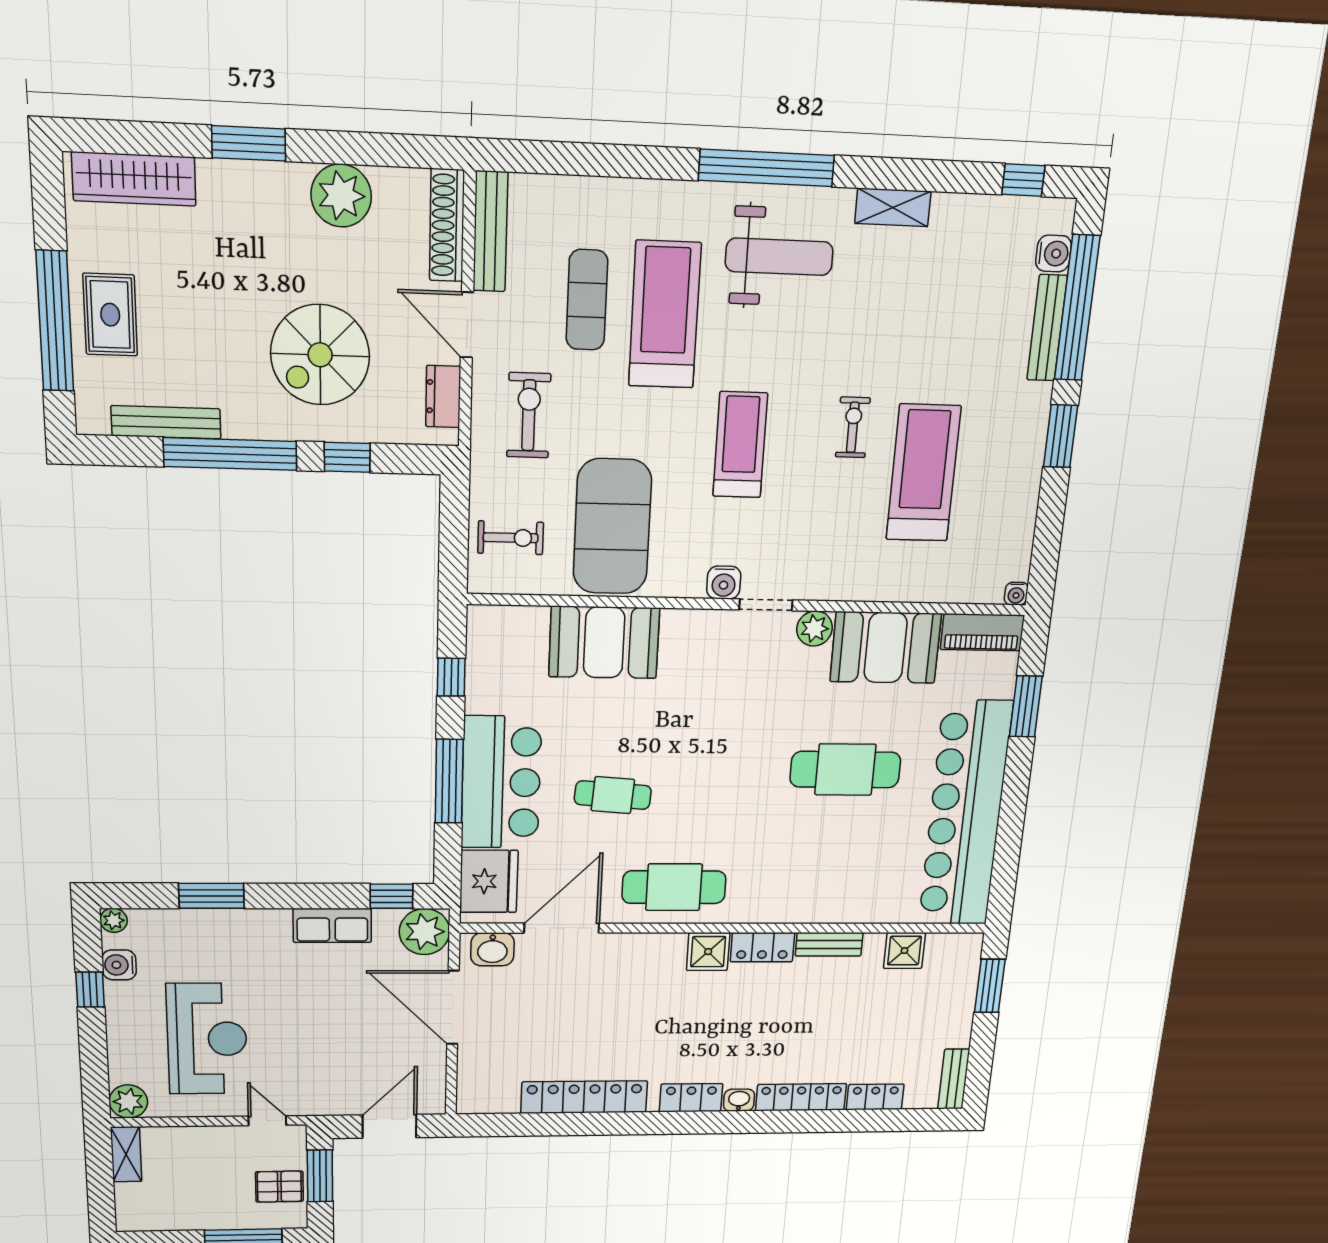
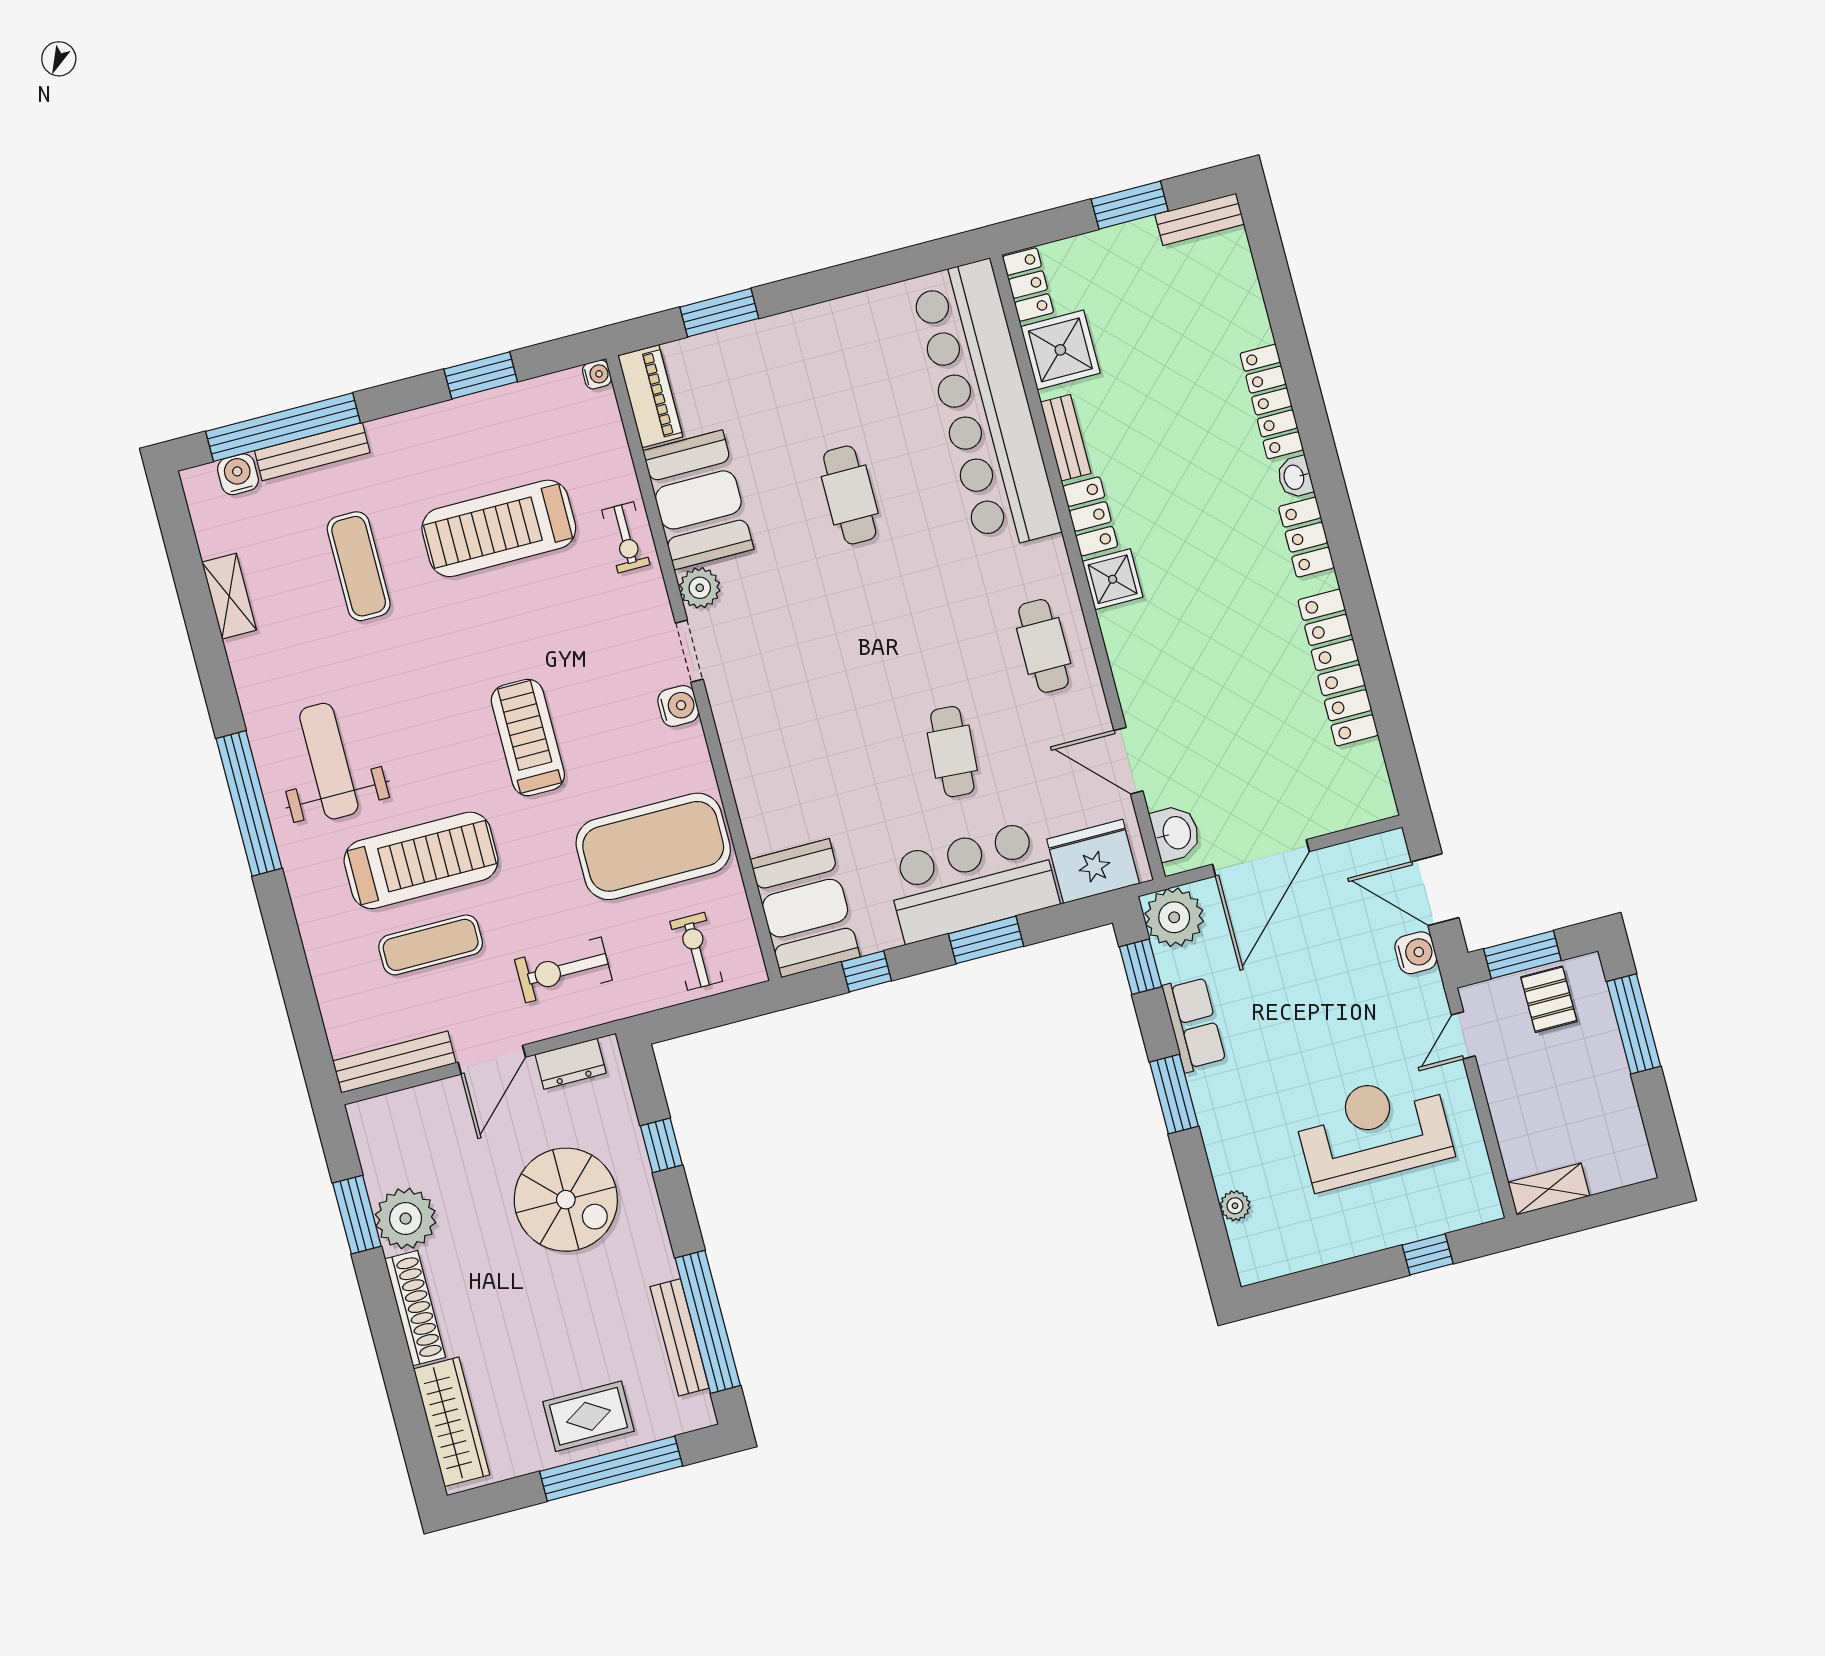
window: (249, 143) -> (357, 1215), moved
window: (1023, 180) -> (178, 534), removed
shelving: (893, 207) -> (229, 596), moved
shoe rack: (447, 225) -> (415, 1308), moved, turned -90
treadmill: (665, 315) -> (421, 860), turned 180
exercise mat: (937, 339) -> (359, 566), added
exercise bike: (853, 427) -> (626, 537), moved, turned -90
window: (1061, 436) -> (481, 375), moved
treadmill: (740, 445) -> (528, 738), turned 90
window: (230, 454) -> (708, 1322), moved
booth: (604, 642) -> (805, 908), moved
cafe table: (845, 770) -> (850, 495), width x0.73, depth x0.74
window: (449, 781) -> (986, 940), width x0.69
bar counter: (965, 814) -> (985, 405), moved, turned 90
cafe table: (674, 887) -> (1044, 646), width x0.73, depth x0.74
window: (211, 896) -> (1174, 1094), moved
plant: (114, 920) -> (1235, 1206), moved
door: (562, 928) -> (1128, 761), width x0.73
shower: (904, 951) -> (1060, 350), width x1.36, depth x1.36
water cooler: (119, 965) -> (1416, 953), moved, turned -90
window: (990, 986) -> (1130, 205), moved
window: (90, 990) -> (1428, 1254), moved
locker: (875, 1097) -> (1028, 285), moved, turned 180
plant: (128, 1101) -> (1478, 1202), removed

